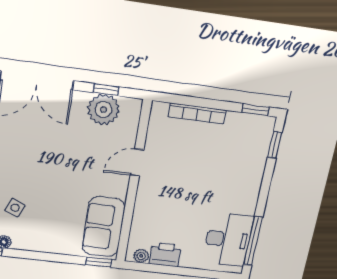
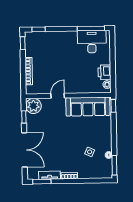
plant: (103, 110) -> (33, 106), moved
door: (137, 163) -> (58, 96), swing flipped
sofa: (104, 227) -> (88, 107), width x1.36

